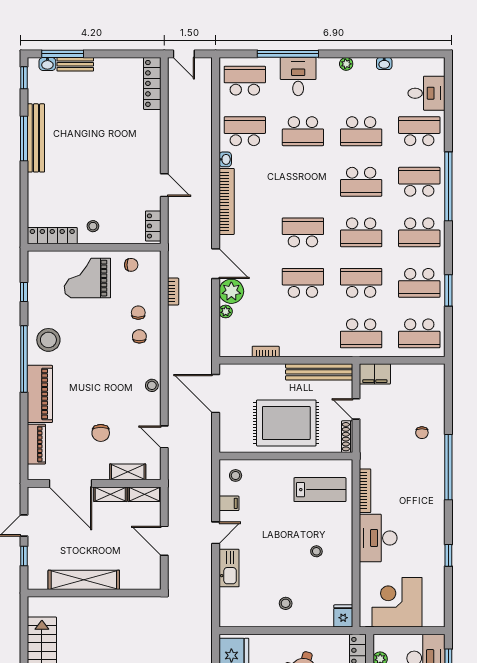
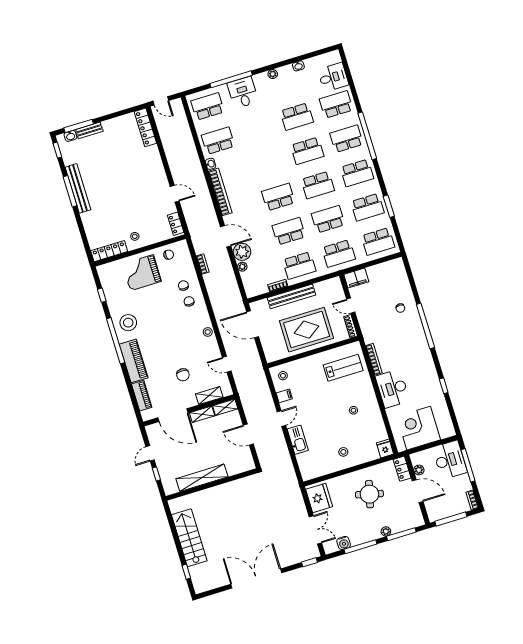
school desk: (303, 131) -> (299, 265), moved
bench: (319, 372) -> (291, 296), moved

